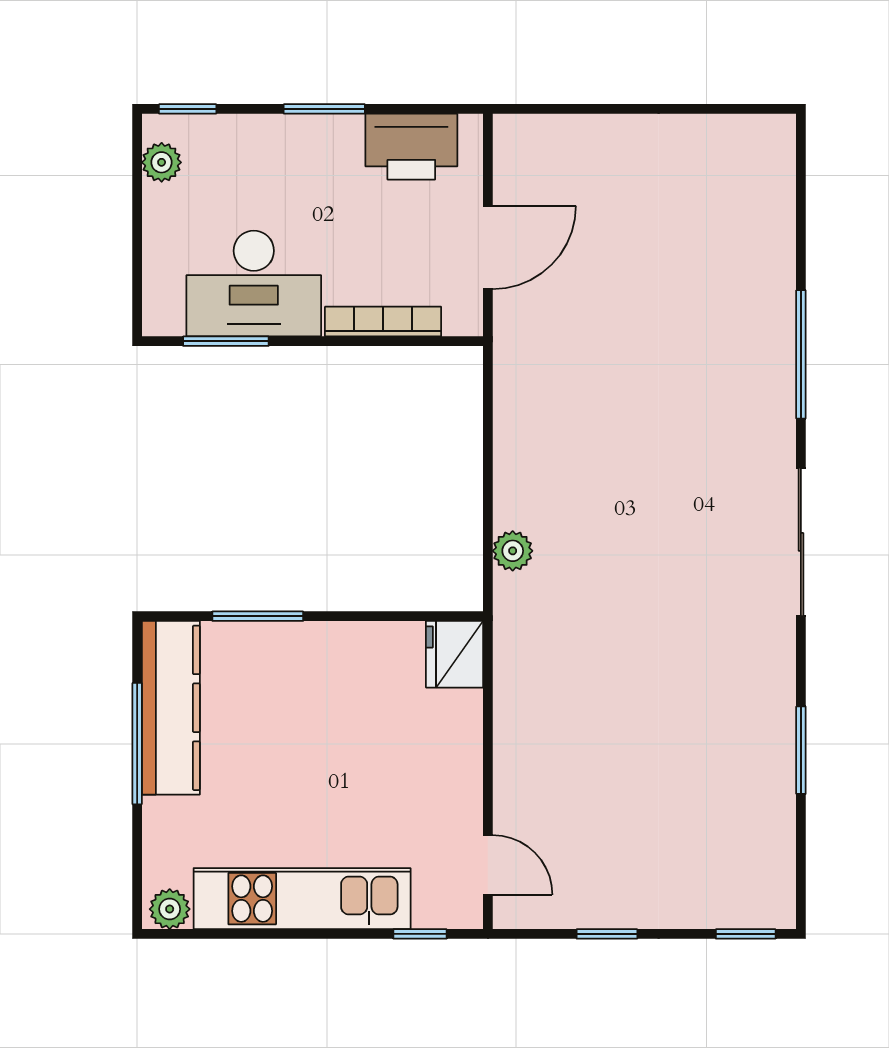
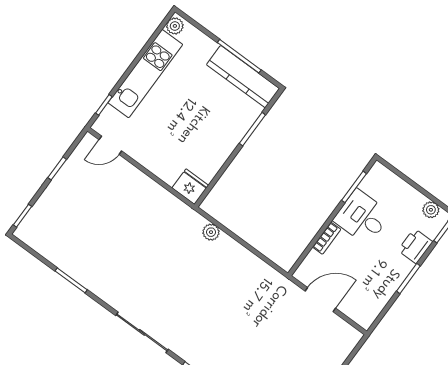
printer: (411, 147) -> (415, 246), moved, width x0.73, depth x0.84
door: (488, 248) -> (320, 300), swing flipped
desk: (254, 284) -> (362, 217), width x0.73
bookcase: (383, 322) -> (327, 238), width x0.64

